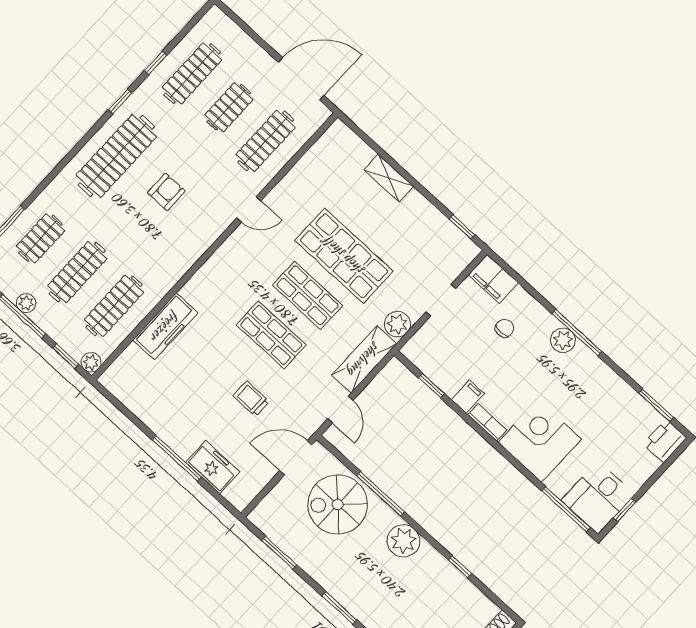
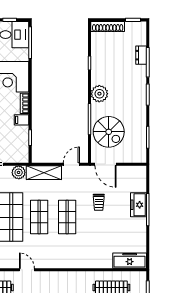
freezer: (165, 326) -> (130, 261), moved
plant: (91, 362) -> (141, 276), removed
freezer: (213, 467) -> (138, 205), moved

